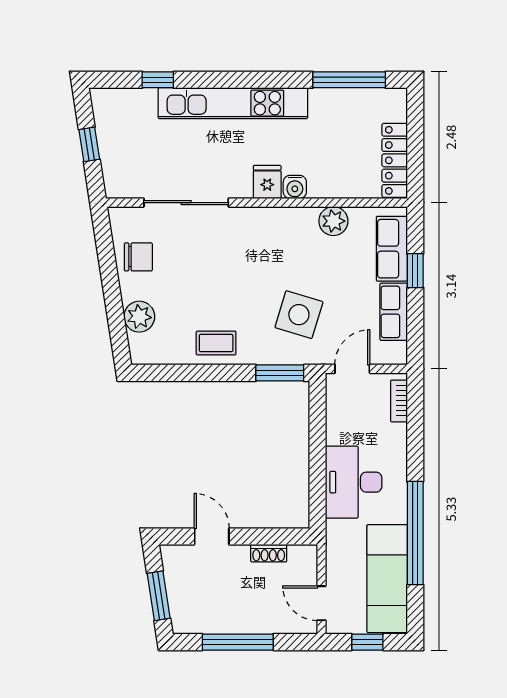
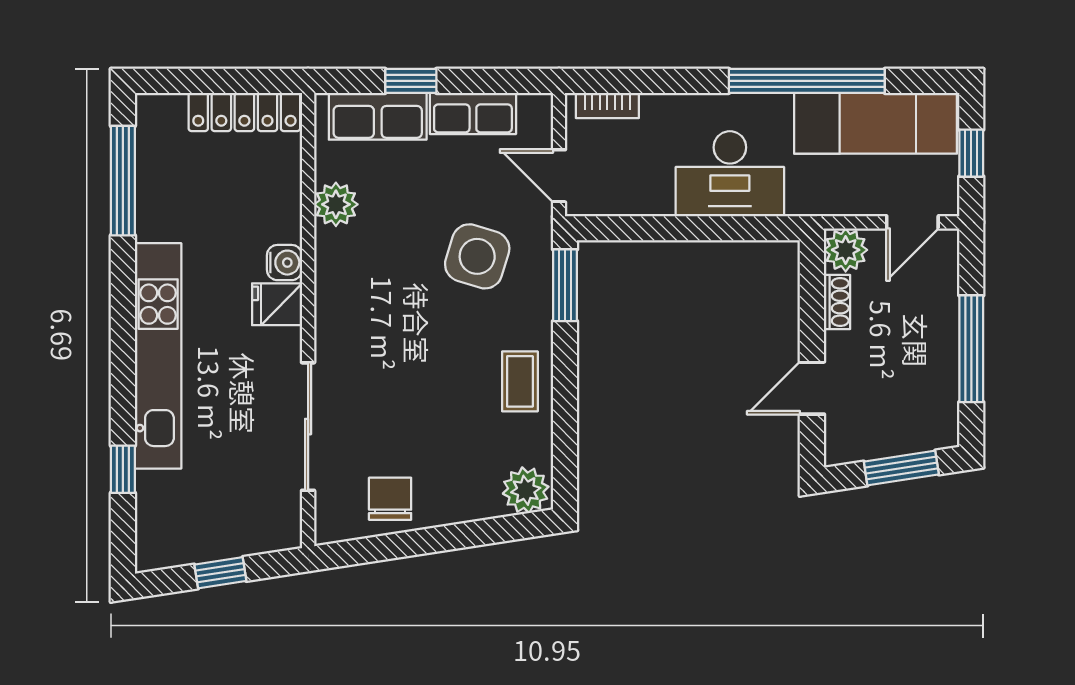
plant: (139, 317) -> (526, 490), moved
plant: (303, 559) -> (846, 250), added

